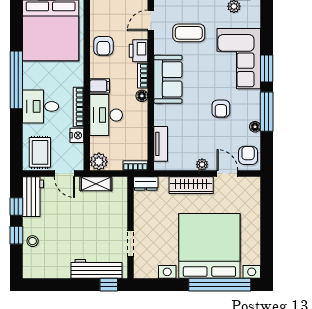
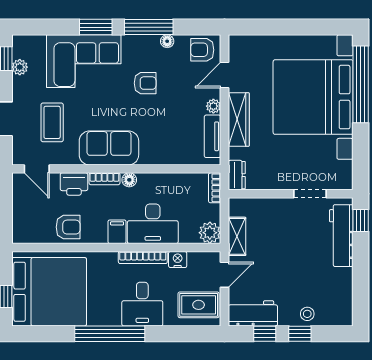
tv unit: (161, 144) -> (213, 136), moved, turned -90

